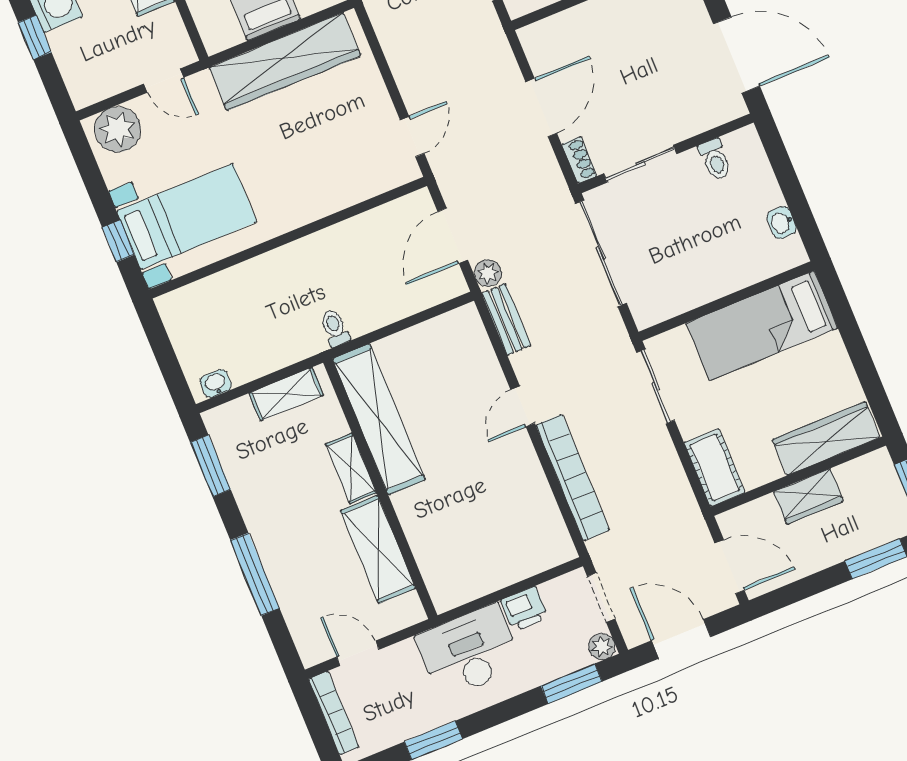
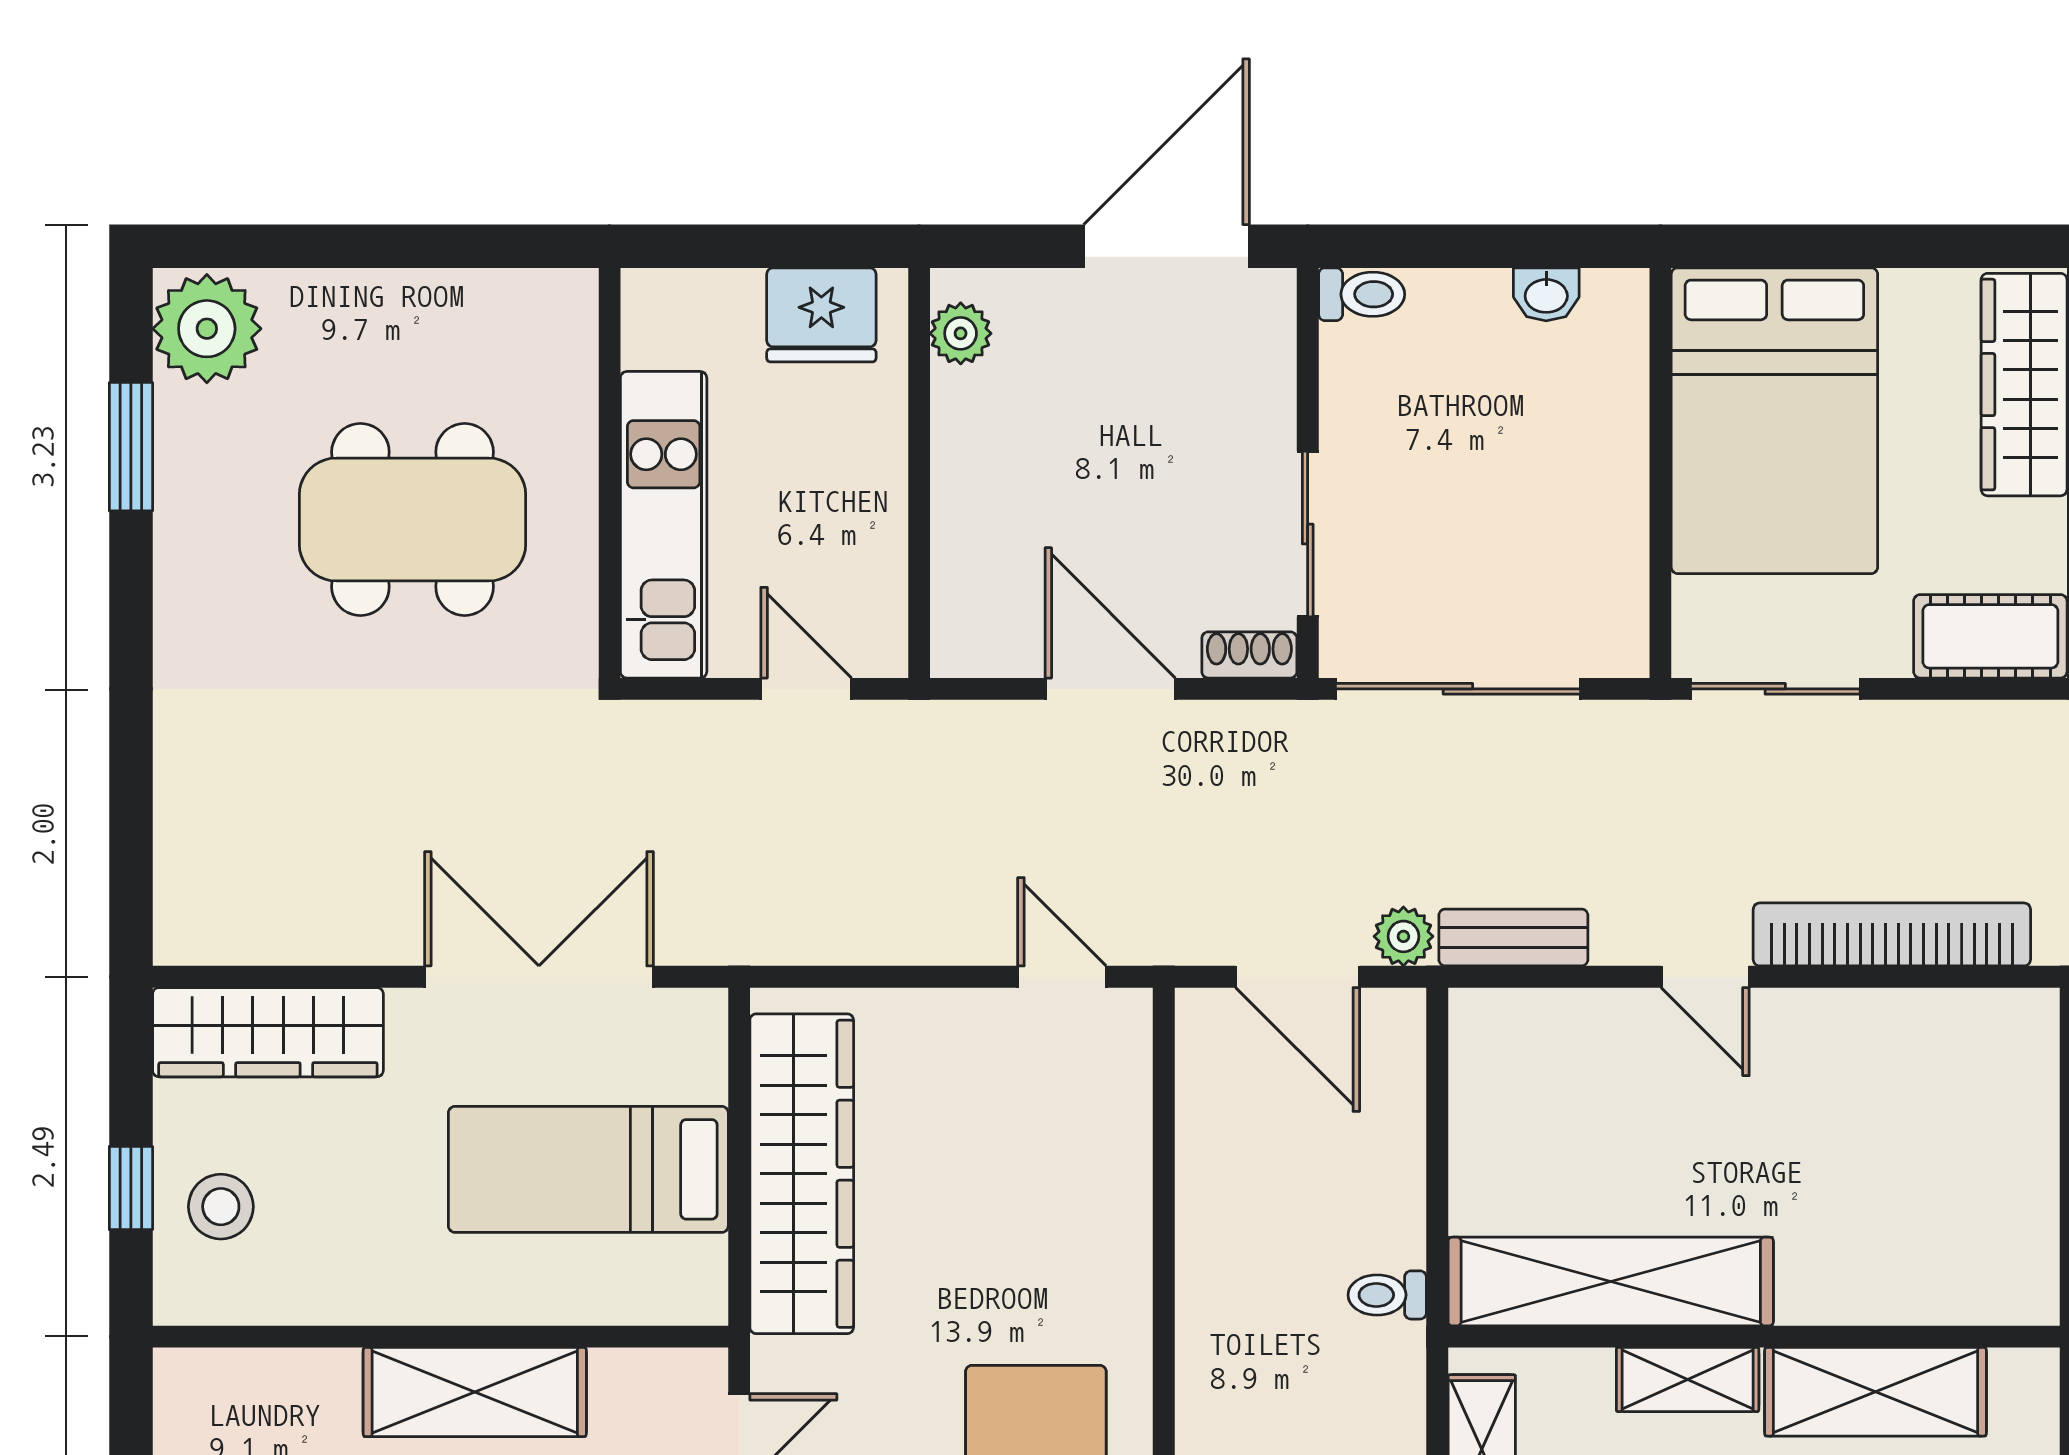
toilet: (715, 159) -> (1362, 294), moved
bed: (762, 326) -> (1774, 421), width x1.50

